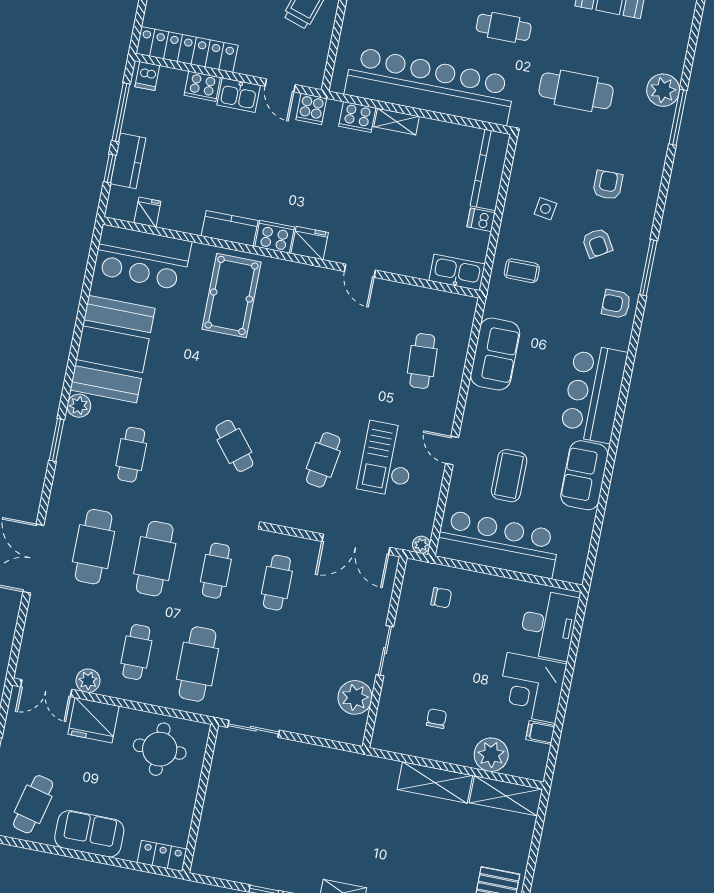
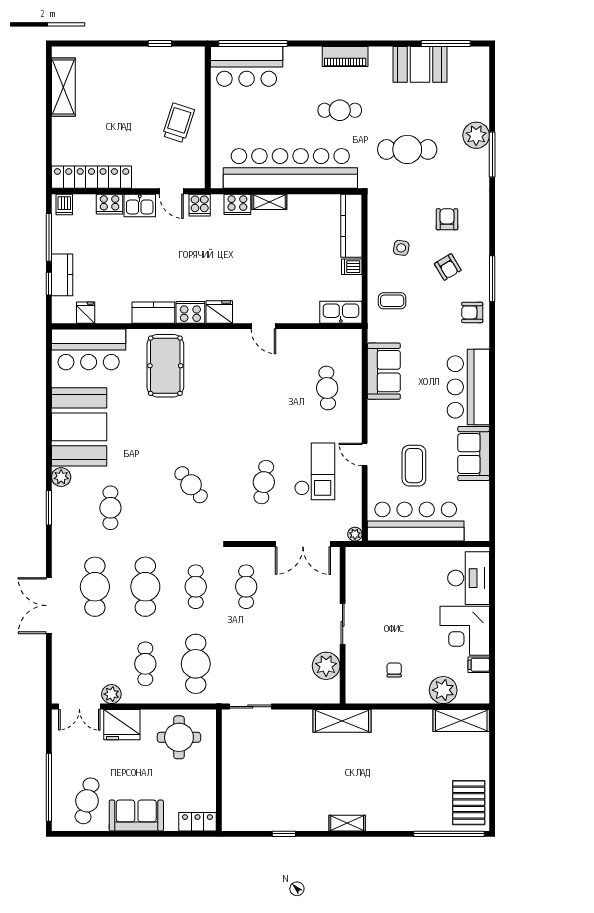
checkout: (387, 459) -> (315, 471), turned 180
chair: (441, 598) -> (379, 573), removed
shelving: (435, 782) -> (342, 721), moved

